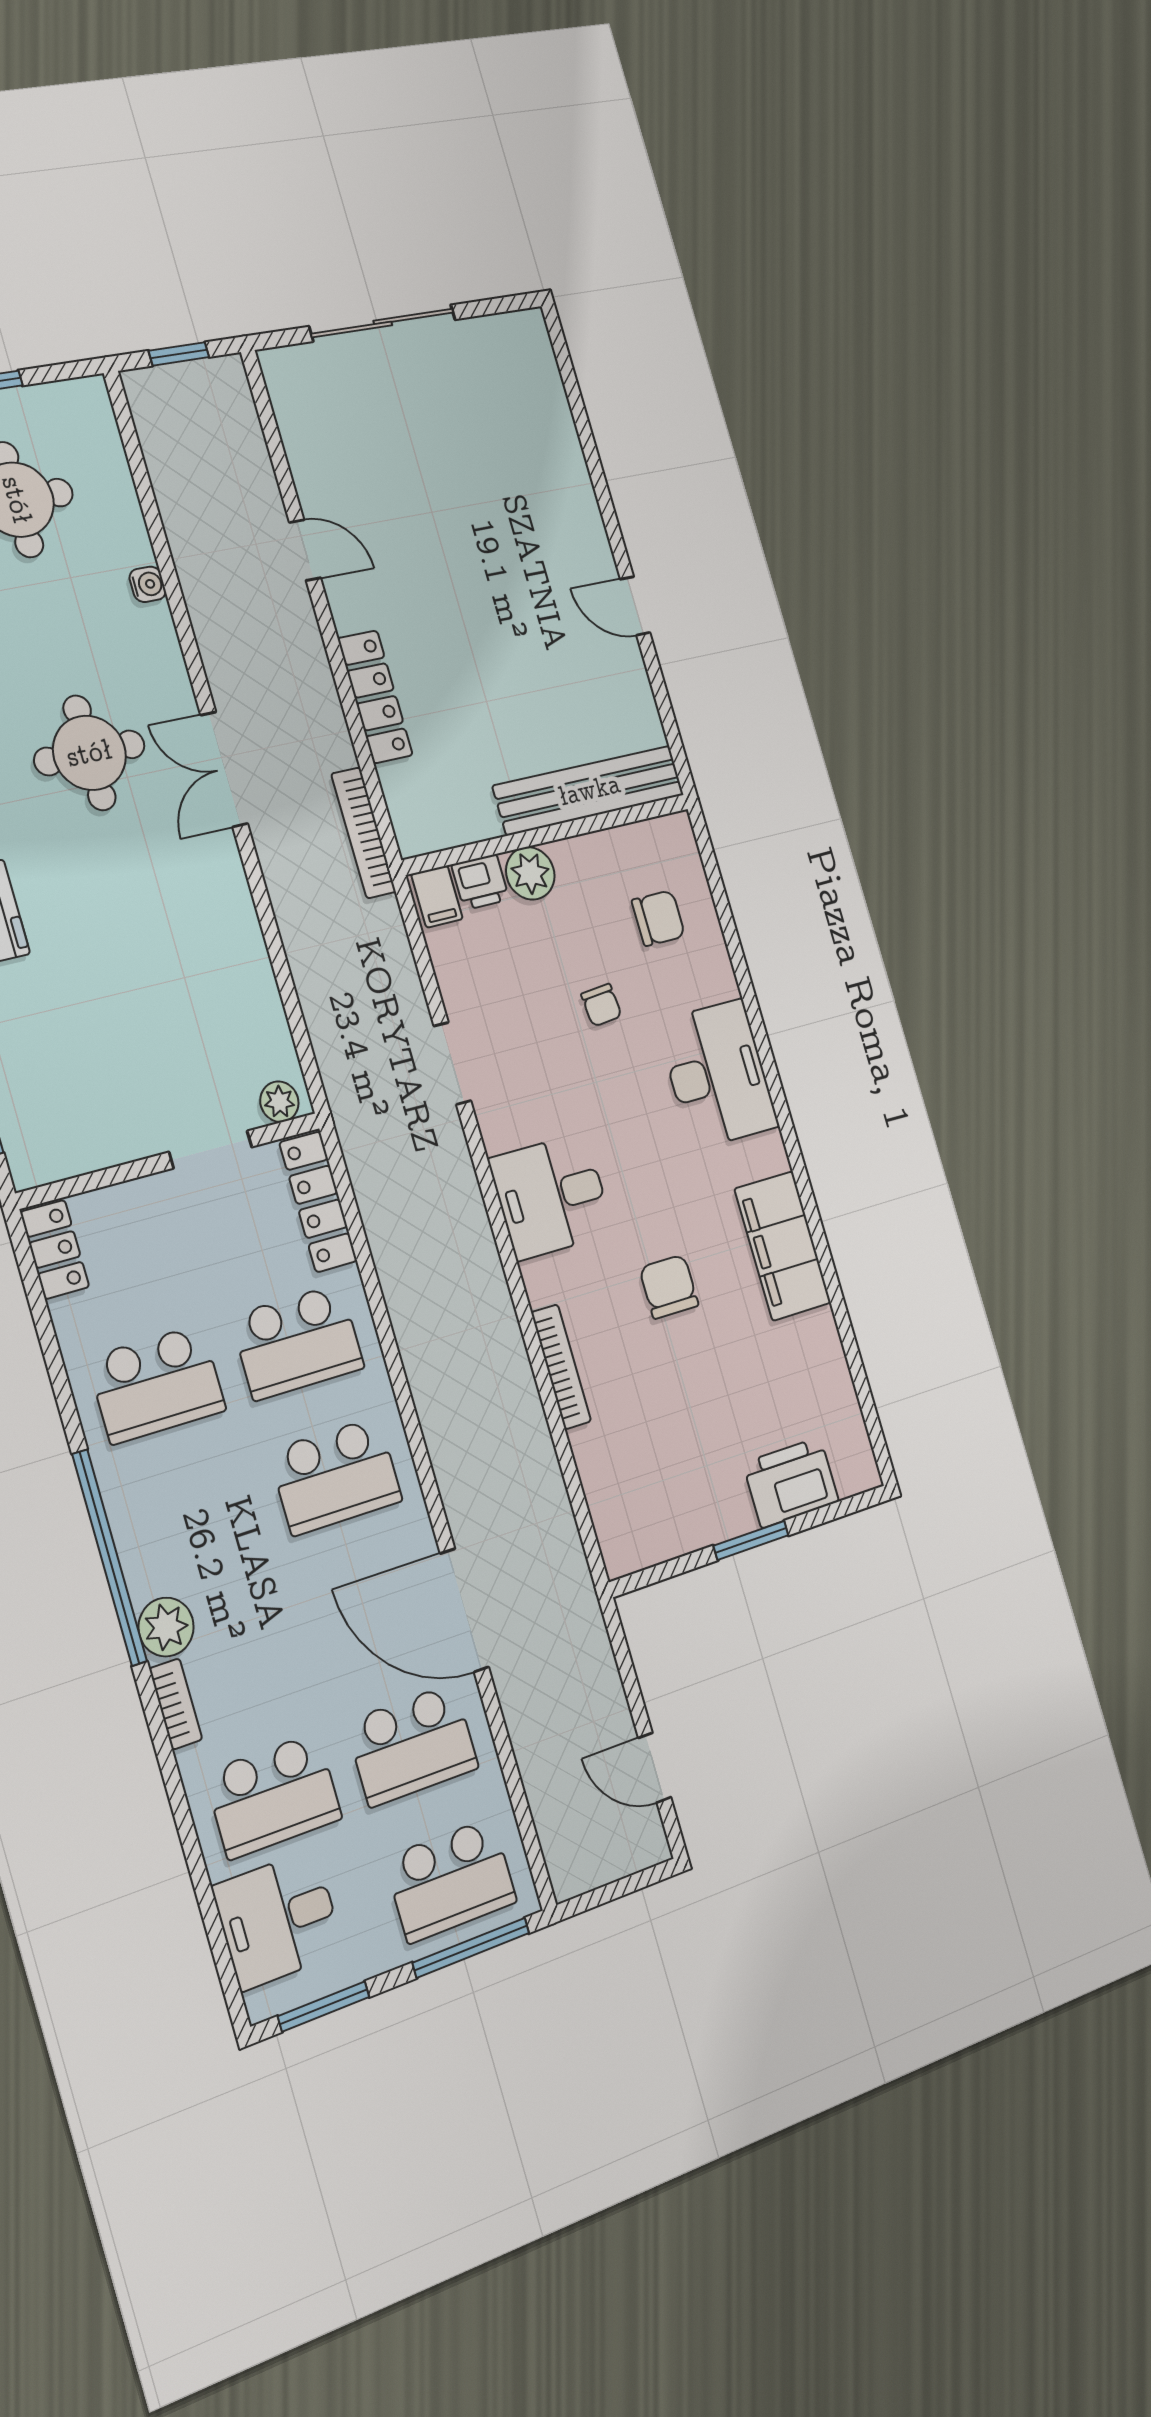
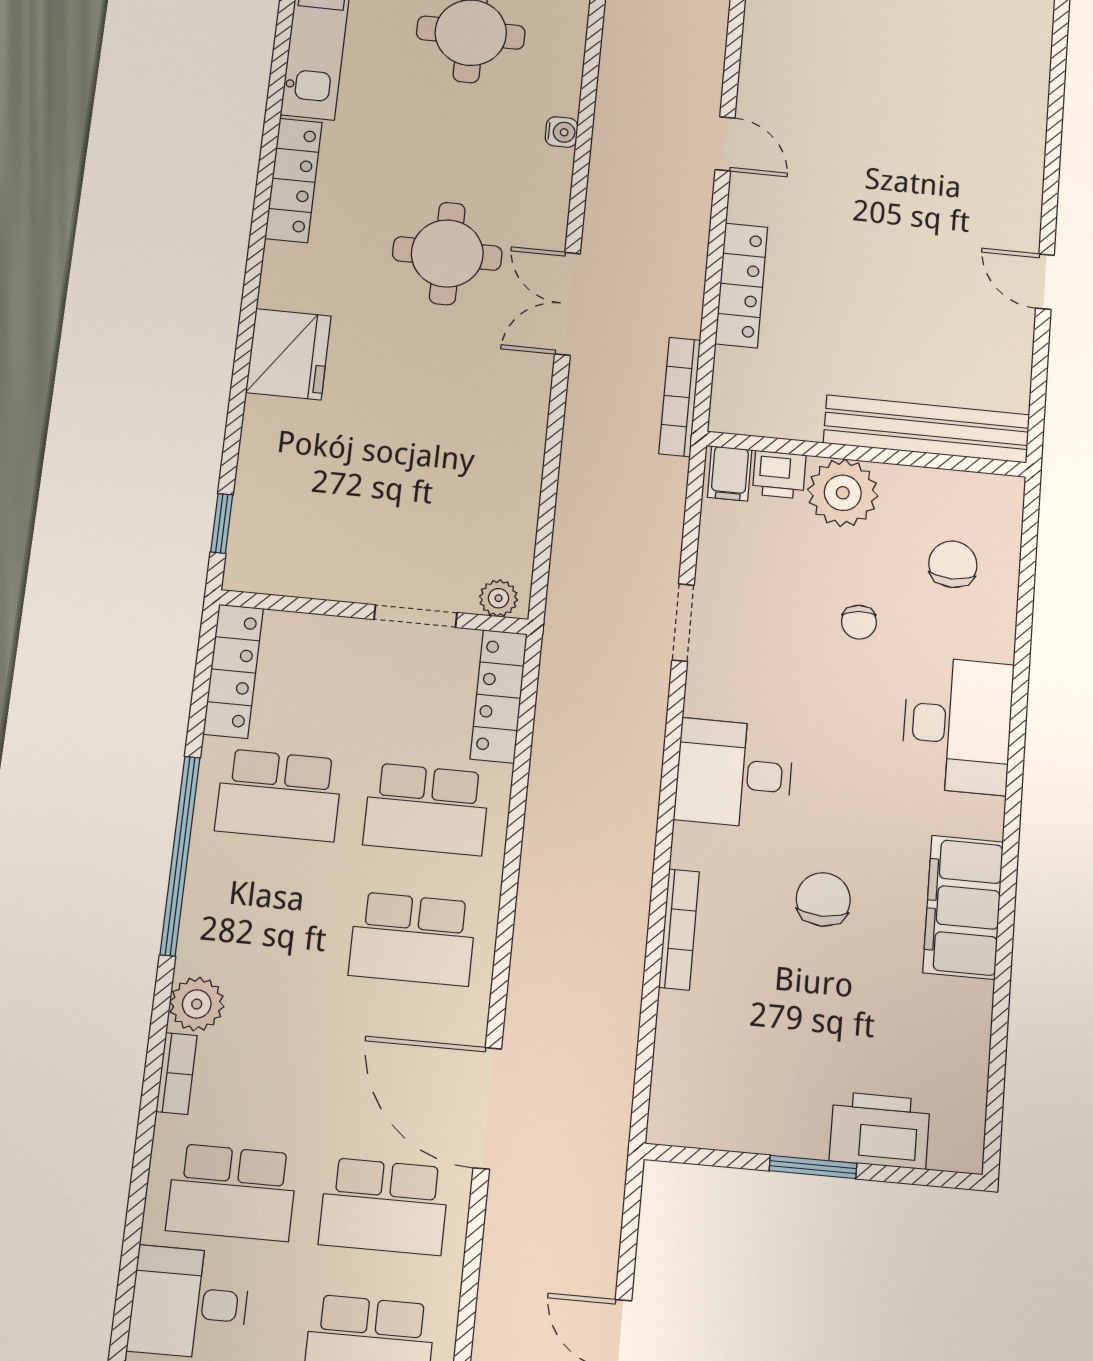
plant: (530, 873) -> (843, 493), width x1.36, depth x1.36
chair: (658, 918) -> (953, 564), turned -90
locker: (55, 1249) -> (233, 671), width x1.53
window: (110, 1558) -> (180, 856), moved

